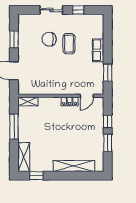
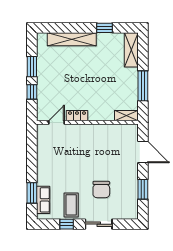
chair: (49, 39) -> (101, 189), turned 90
coffee table: (69, 44) -> (71, 205), moved
row of seats: (98, 50) -> (43, 200), moved
window: (108, 73) -> (32, 193), moved
window: (36, 176) -> (104, 28), moved

